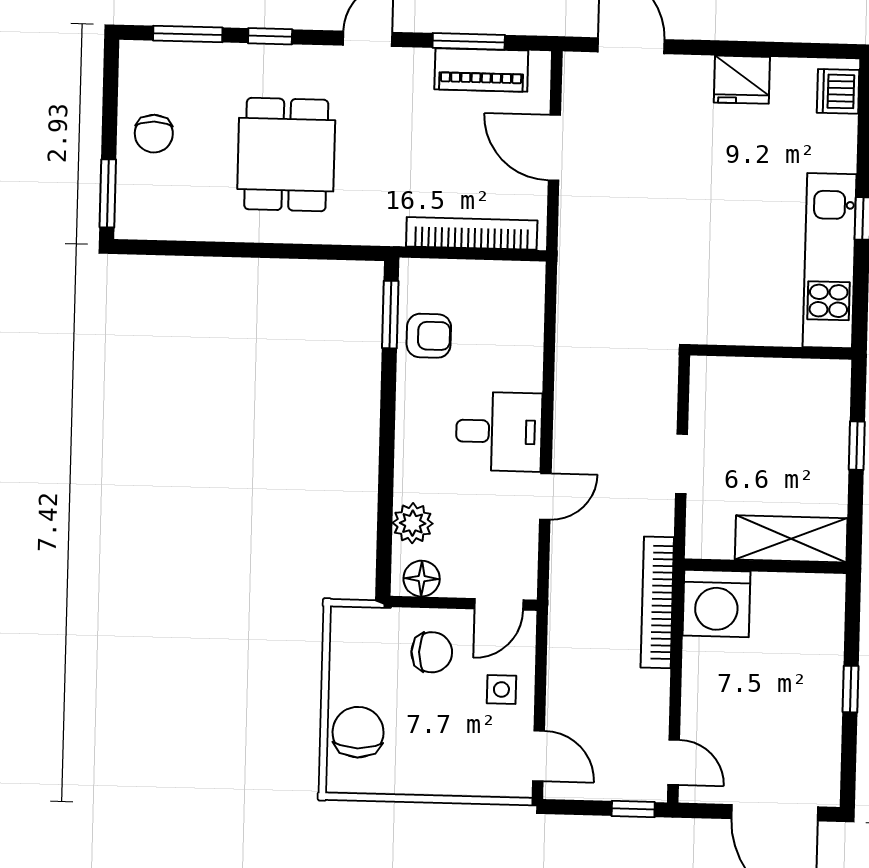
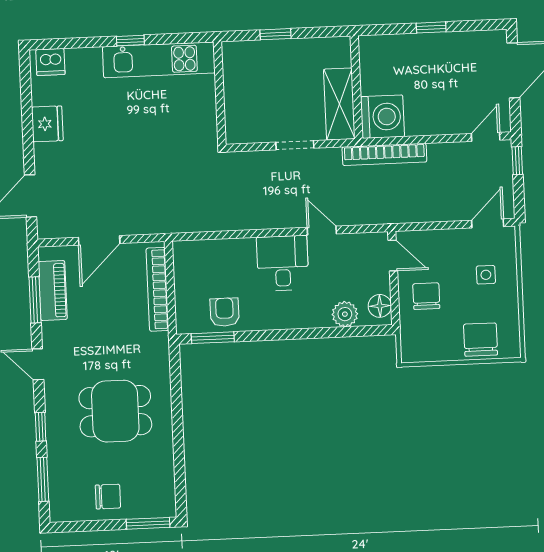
shelving: (791, 539) -> (339, 104), moved
side table: (501, 689) -> (486, 275), moved
chair: (358, 732) -> (481, 340), turned 90

